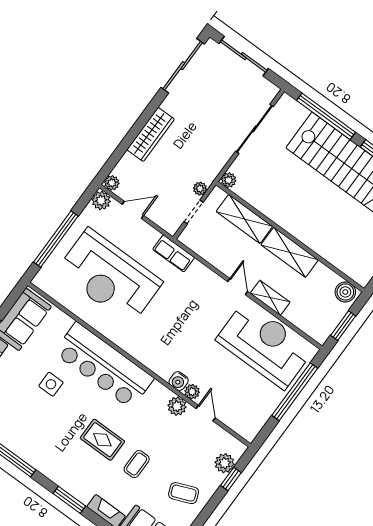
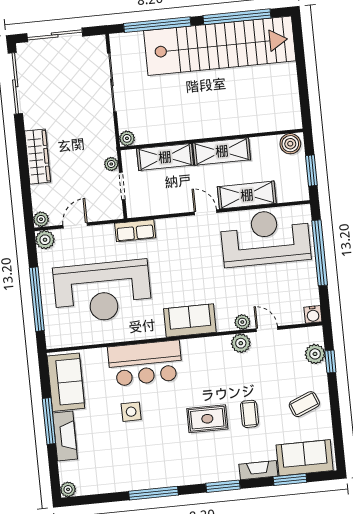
shelving: (270, 298) -> (247, 195), width x1.50, depth x1.33
sofa: (155, 356) -> (190, 320), added
bar counter: (104, 365) -> (145, 363), width x0.73
water cooler: (179, 381) -> (313, 314), moved

